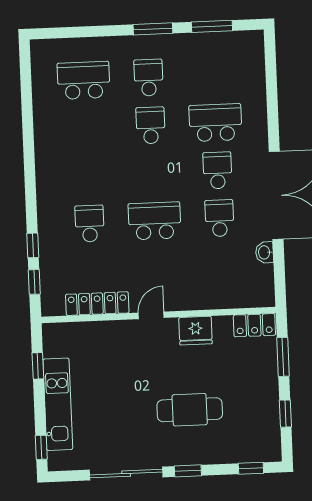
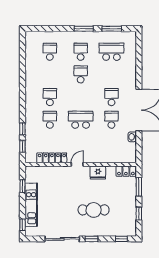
school desk: (84, 80) -> (50, 52), width x0.54
school desk: (215, 123) -> (111, 52), moved
school desk: (88, 176) -> (50, 97), added

